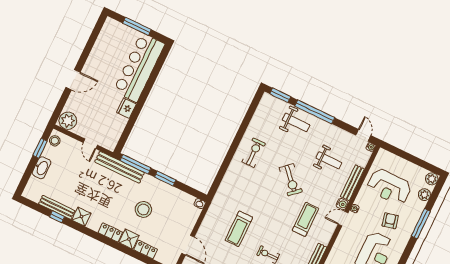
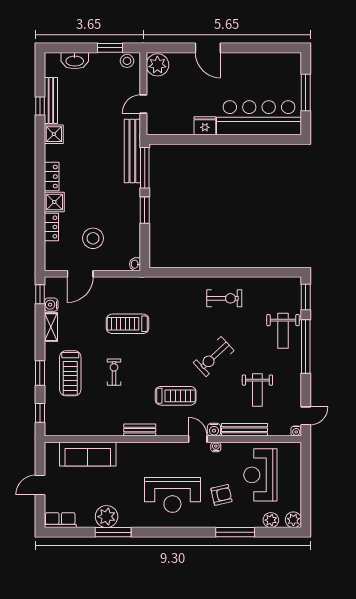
washbasin: (42, 168) -> (75, 61), moved
stool: (143, 209) -> (93, 238), moved

